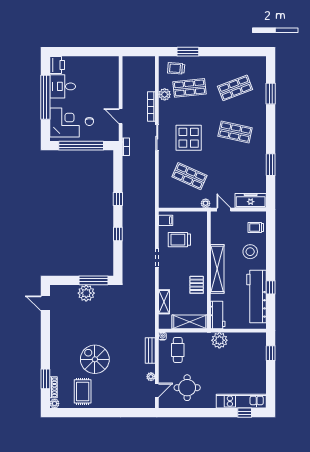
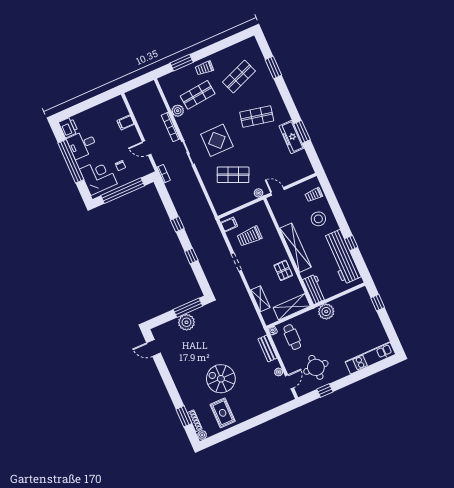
trolley: (176, 68) -> (204, 68), moved
filing cabinet: (112, 84) -> (126, 122), added
freezer: (251, 201) -> (292, 137), moved, turned -90
window: (245, 413) -> (325, 391), moved

